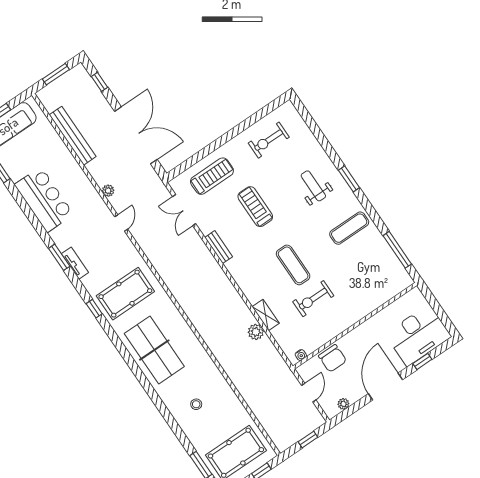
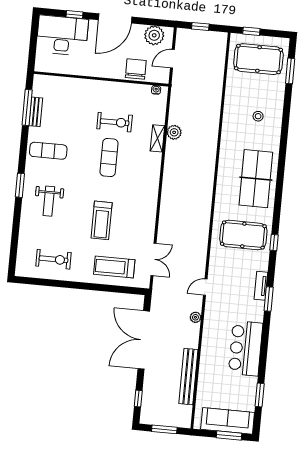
bench: (219, 247) -> (36, 112), moved
plant: (343, 404) -> (154, 35), width x1.87, depth x1.87

